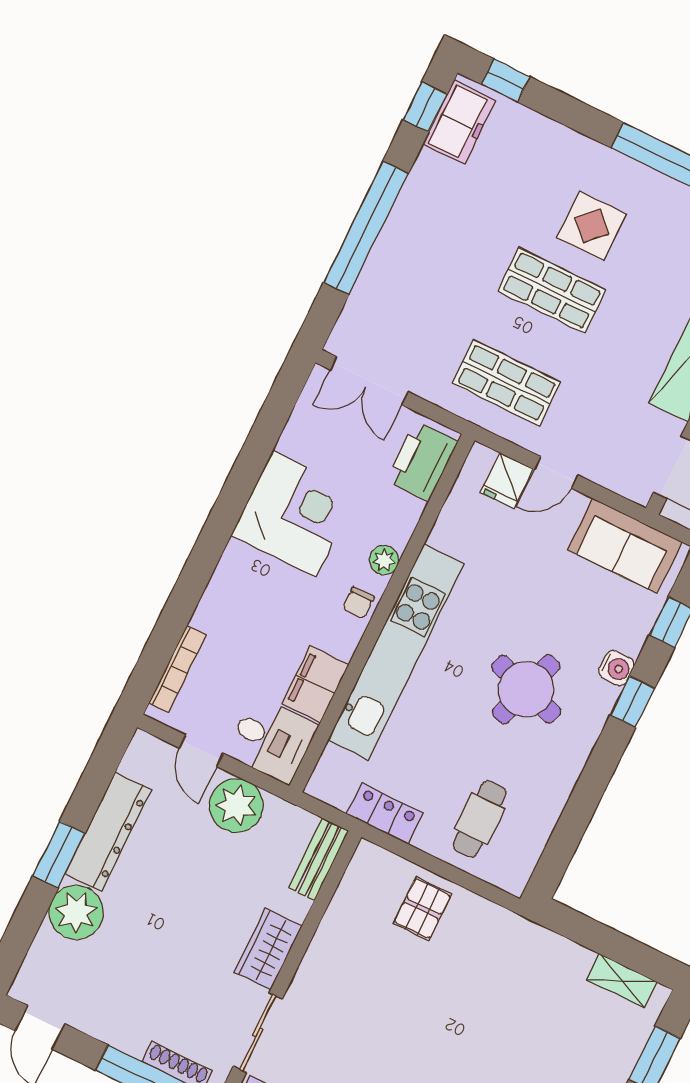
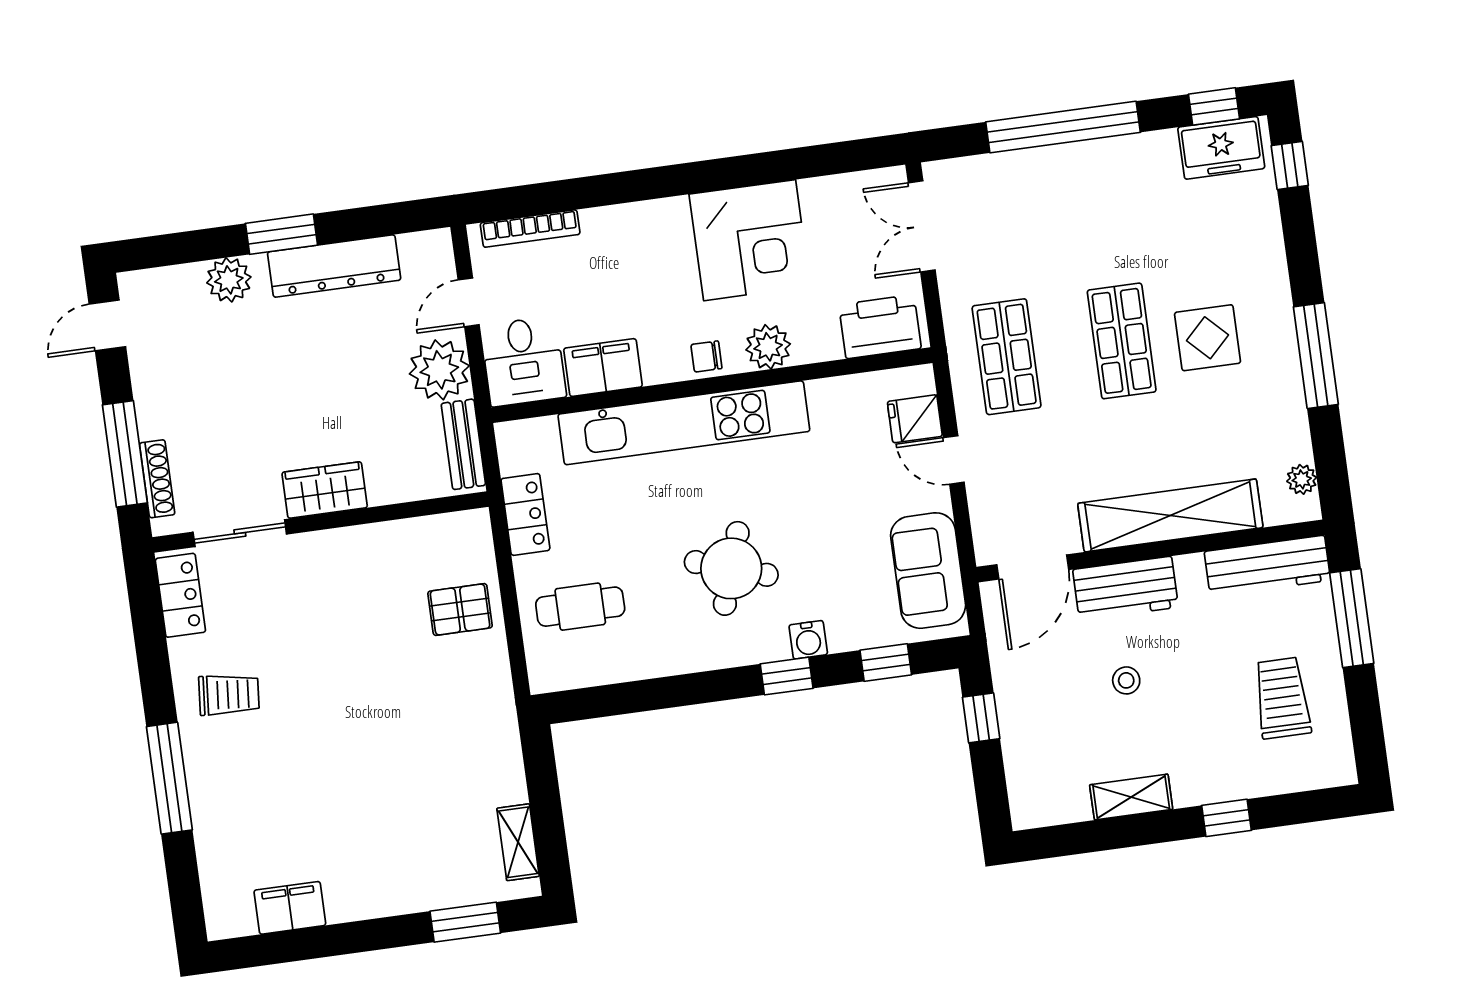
plant: (384, 560) -> (768, 347), width x1.38, depth x1.38
bench: (318, 859) -> (463, 444), moved, turned 90
plant: (76, 912) -> (229, 280), width x0.73, depth x0.73

